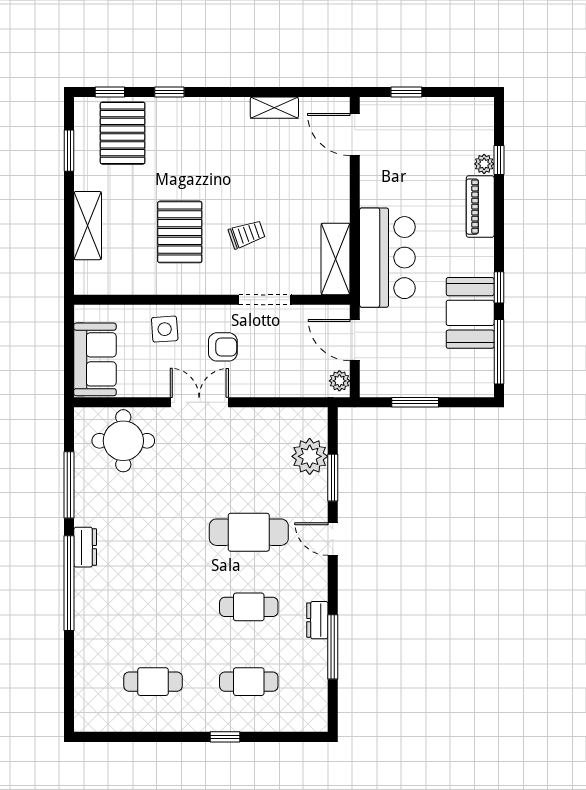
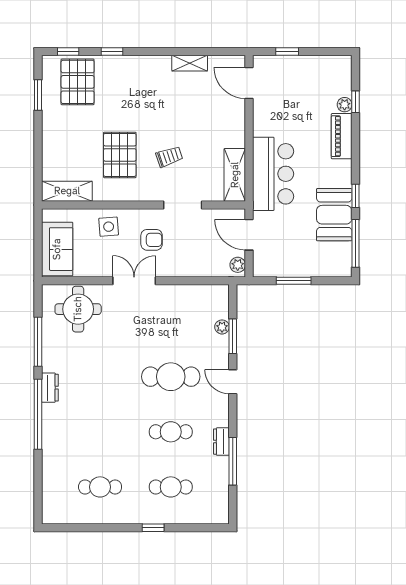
shelving: (88, 226) -> (67, 191), moved, turned 90
plant: (310, 456) -> (222, 327), width x0.53, depth x0.53

